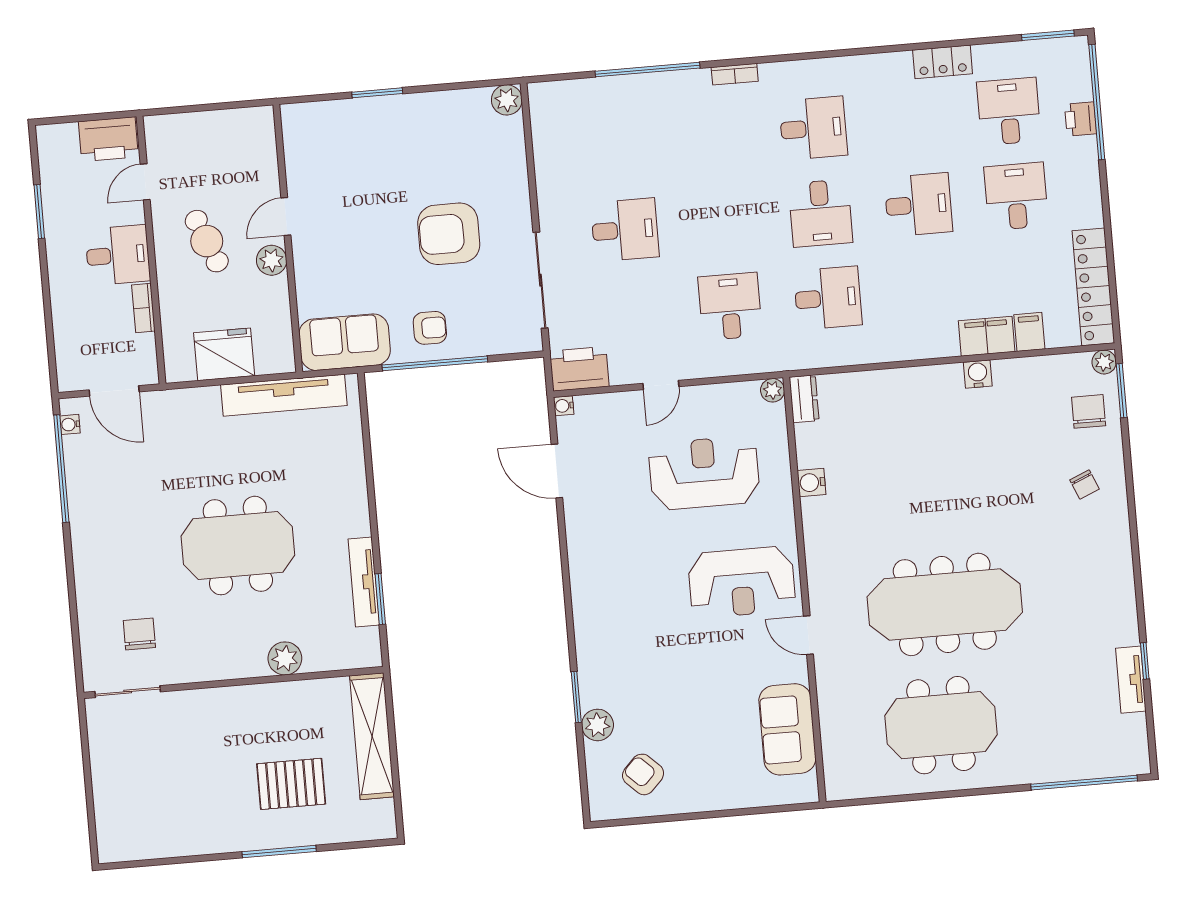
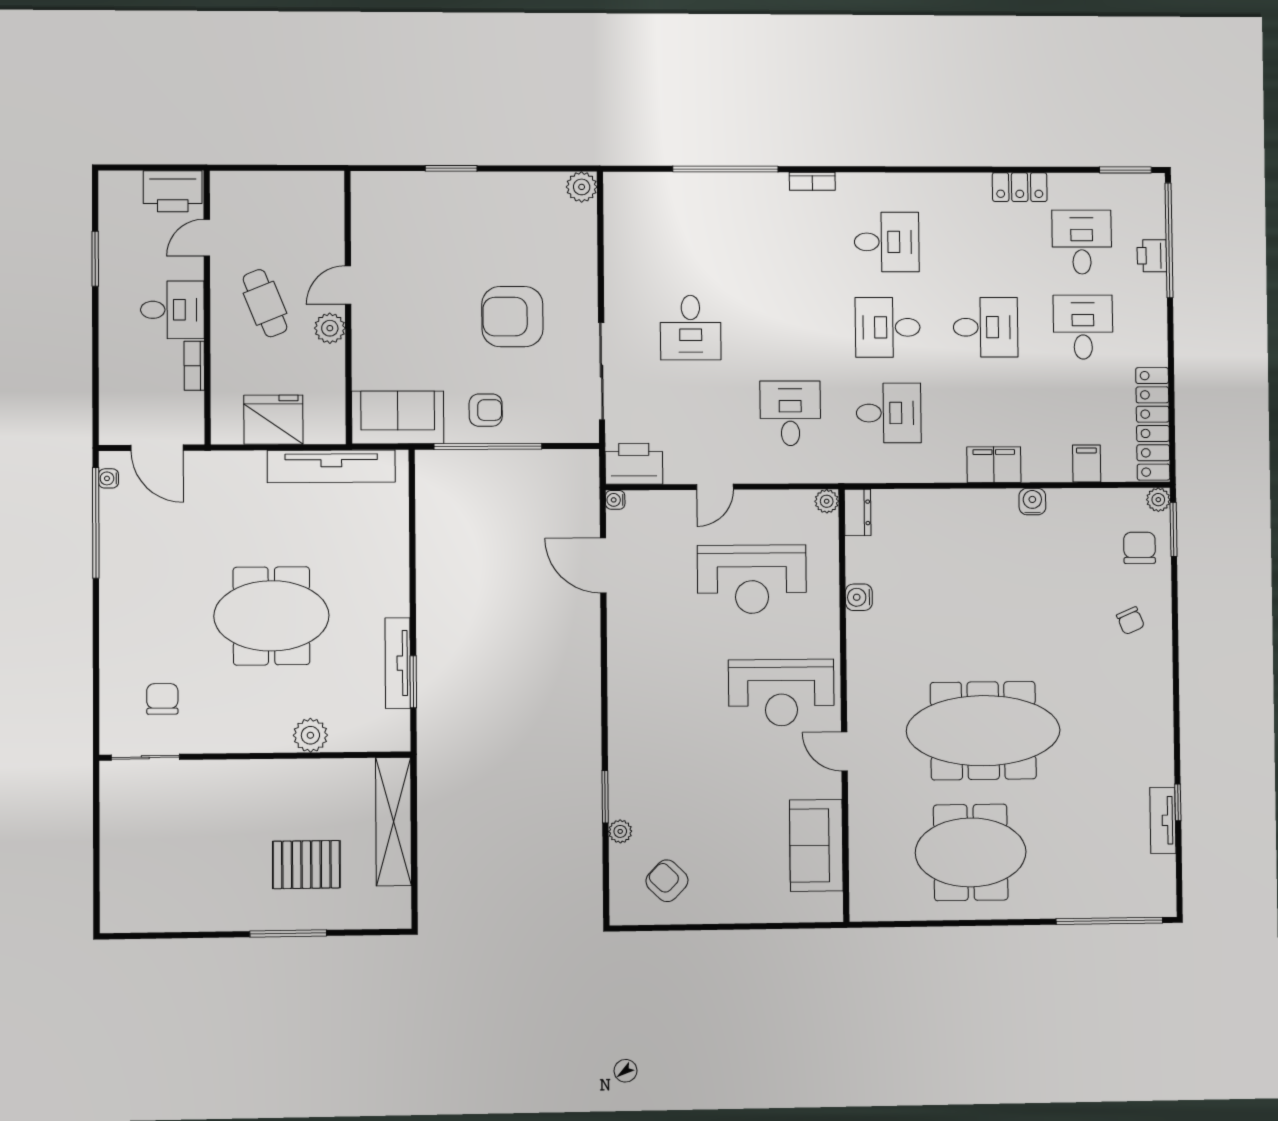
desk: (821, 213) -> (888, 327), turned 90
desk: (625, 230) -> (691, 328), turned 90
filing cabinet: (987, 336) -> (994, 465), moved
reception desk: (704, 473) -> (752, 579), turned 180
plant: (597, 725) -> (620, 831), width x0.73, depth x0.73

